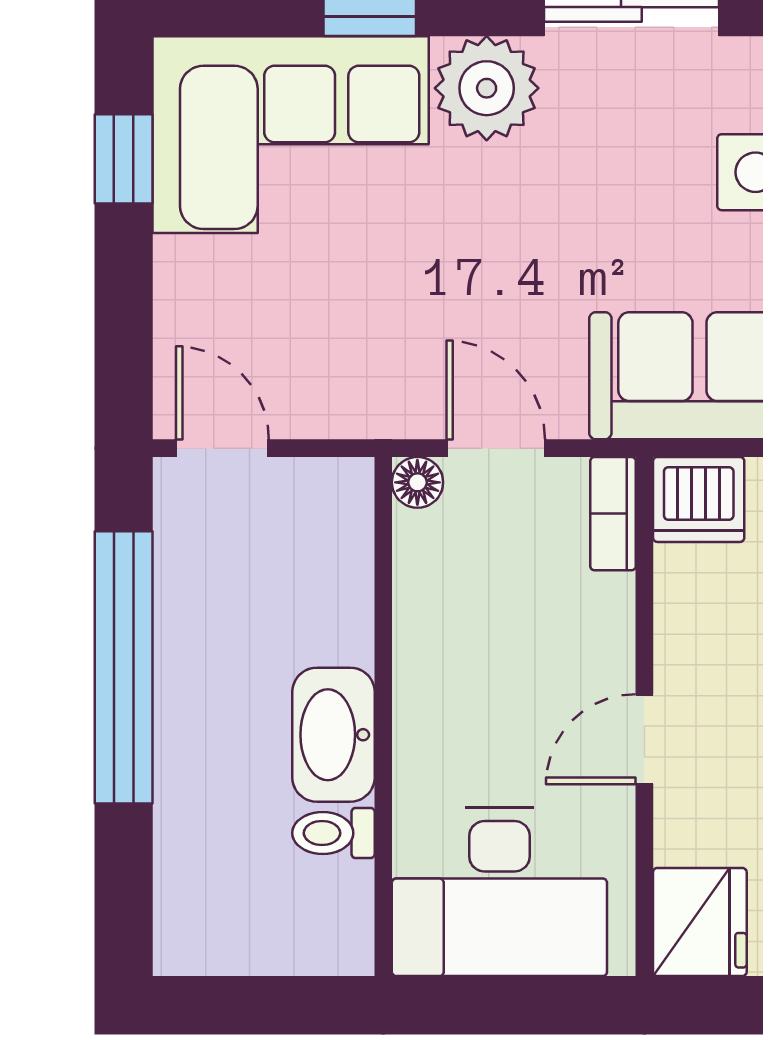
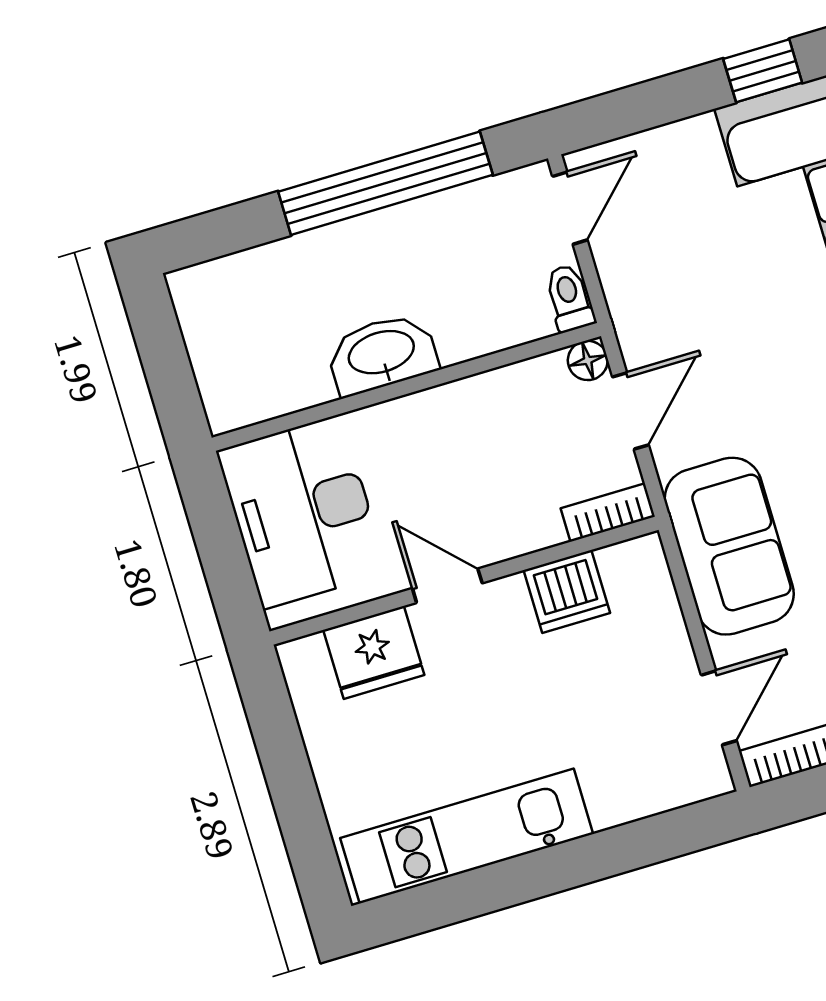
dishwasher: (699, 499) -> (567, 592), moved, turned -90
toilet: (333, 833) -> (569, 298), moved
fridge: (700, 922) -> (374, 652), moved

